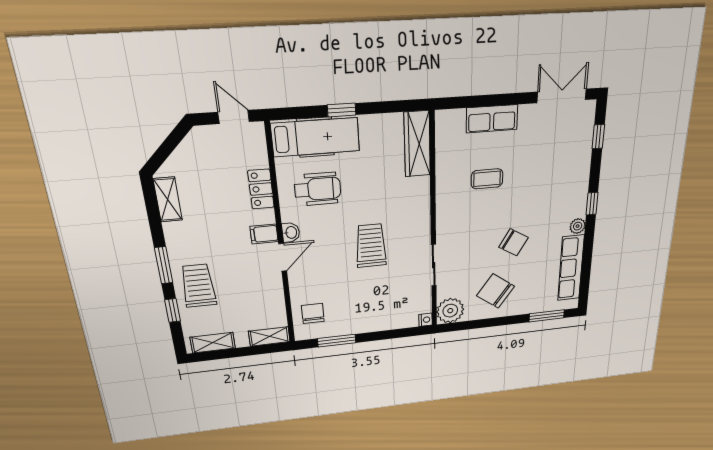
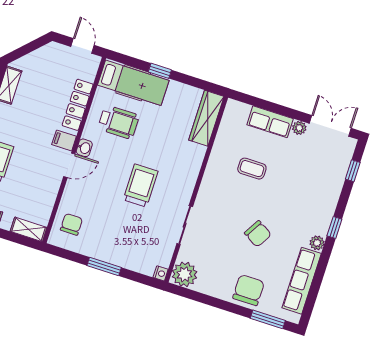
plant: (527, 112) -> (299, 128), added
locker: (261, 189) -> (78, 105), width x1.53
chair: (496, 291) -> (249, 290), moved, turned 54
window: (337, 341) -> (104, 266), moved

